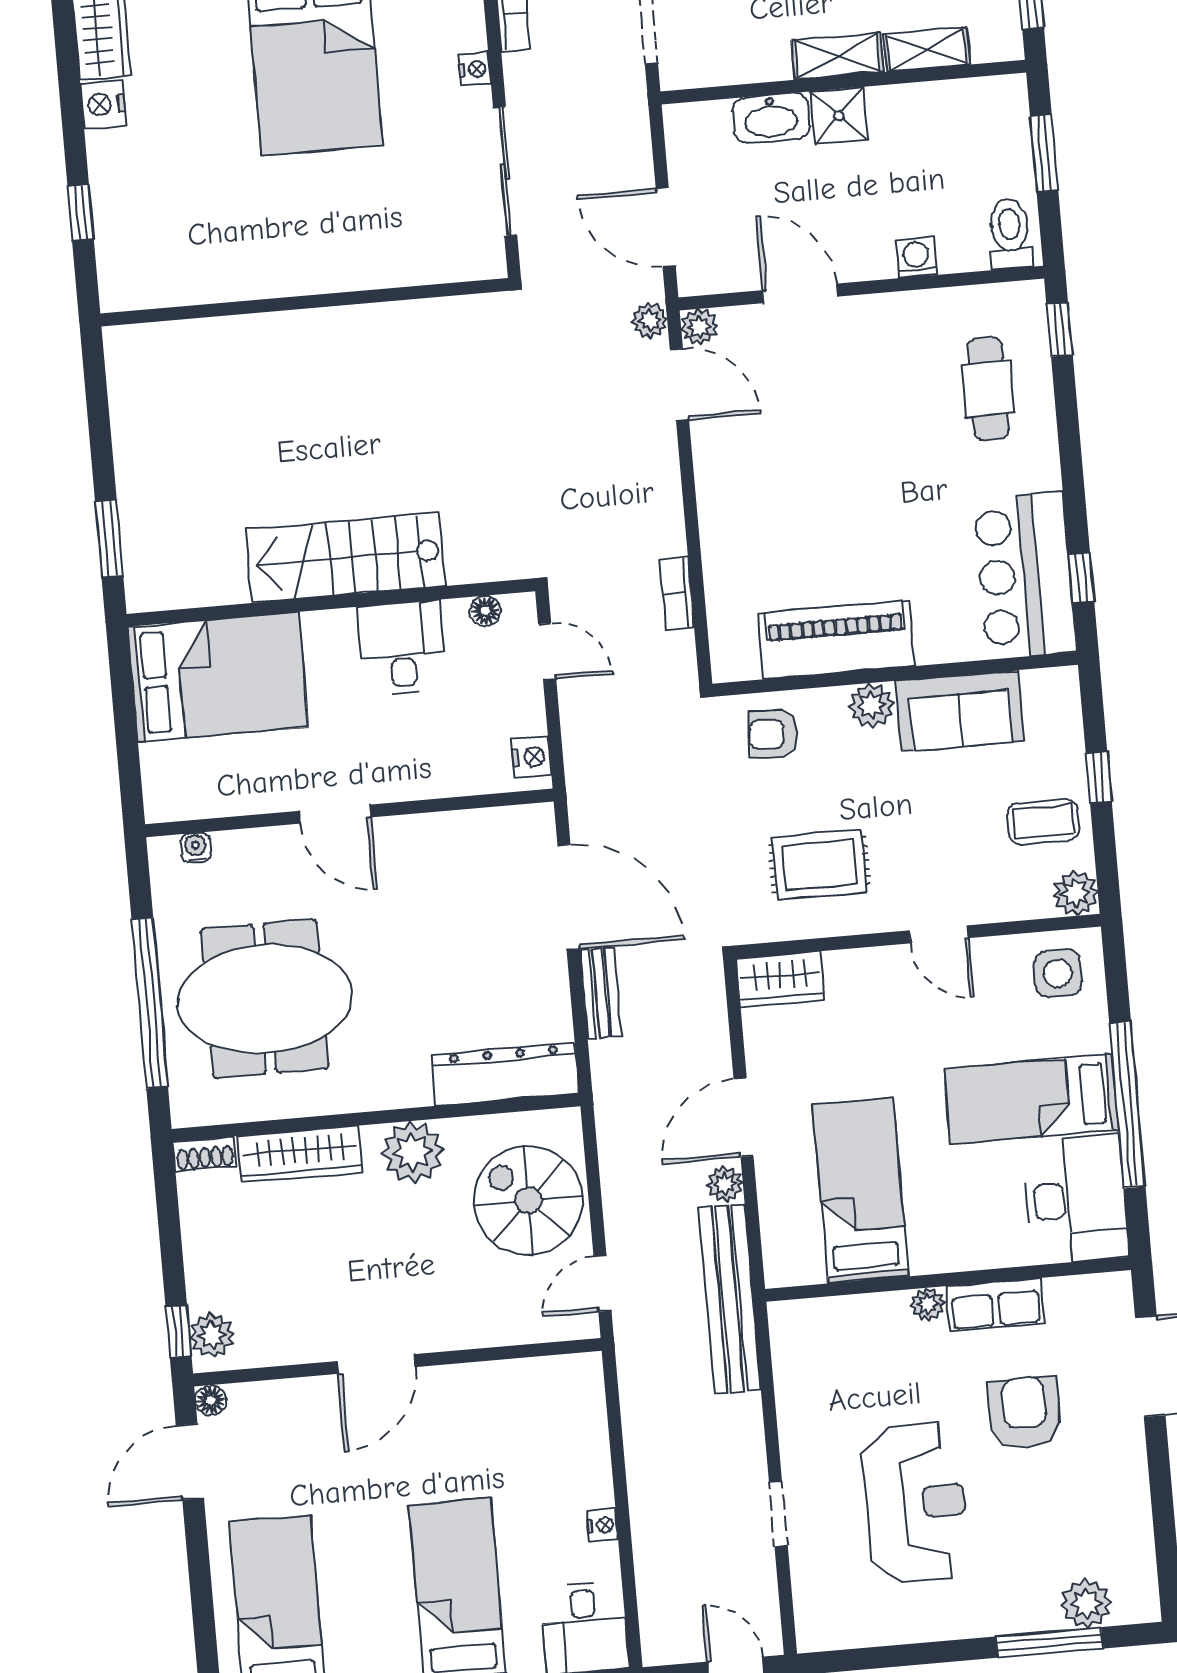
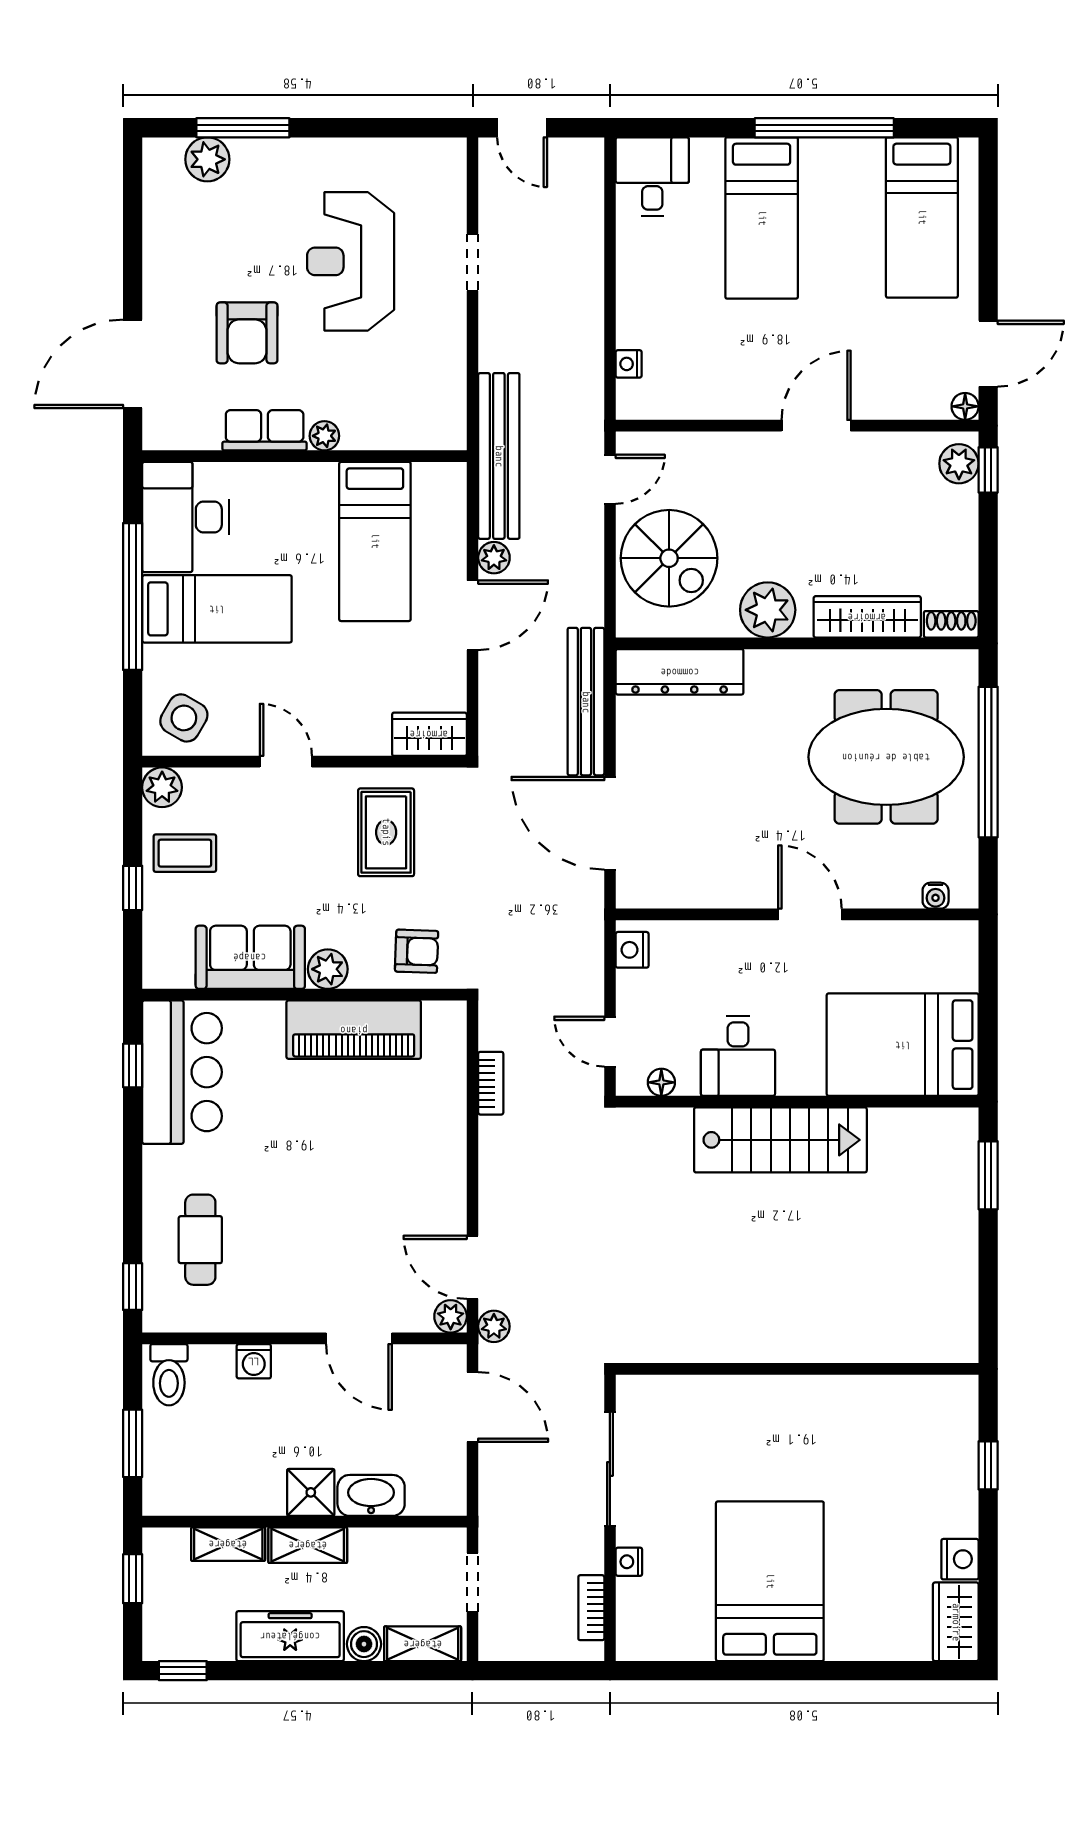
rug: (819, 865) -> (386, 832), turned 90
side table: (1058, 973) -> (184, 718), turned 30
bench: (601, 993) -> (586, 702), width x1.86, depth x1.21
nightstand: (602, 1525) -> (629, 364), moved

